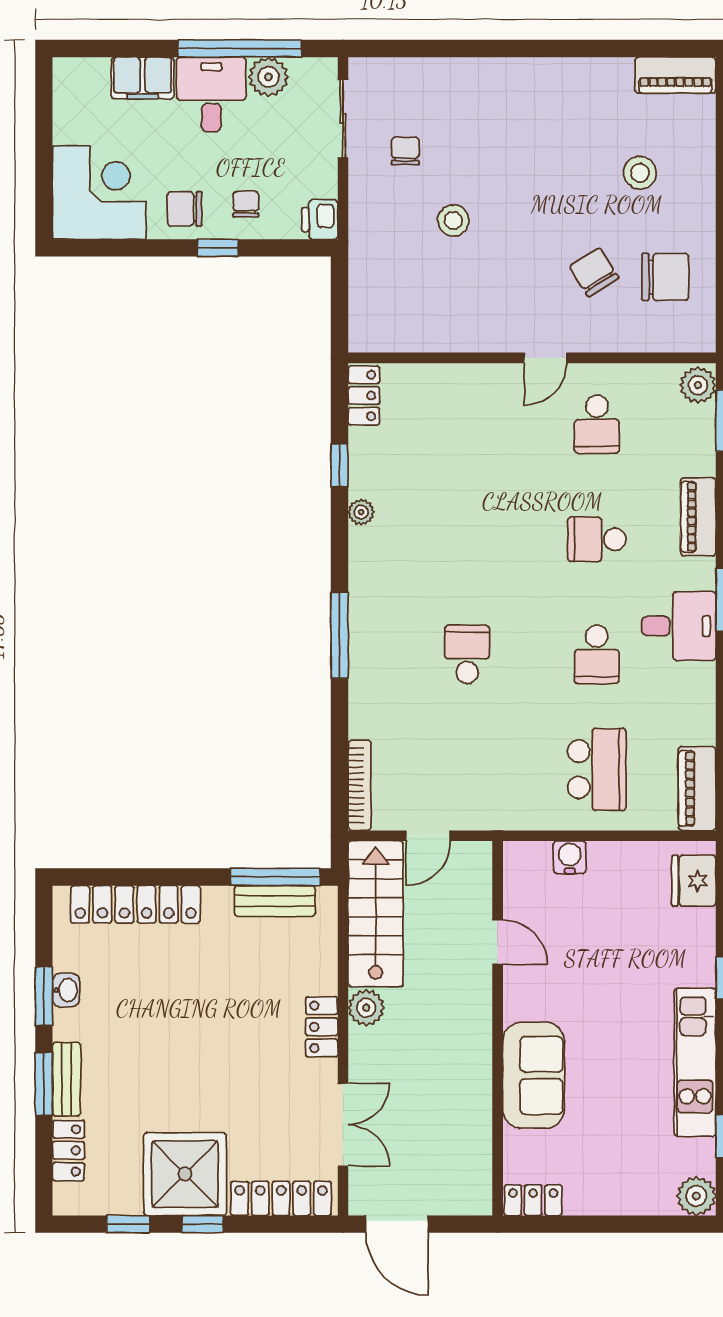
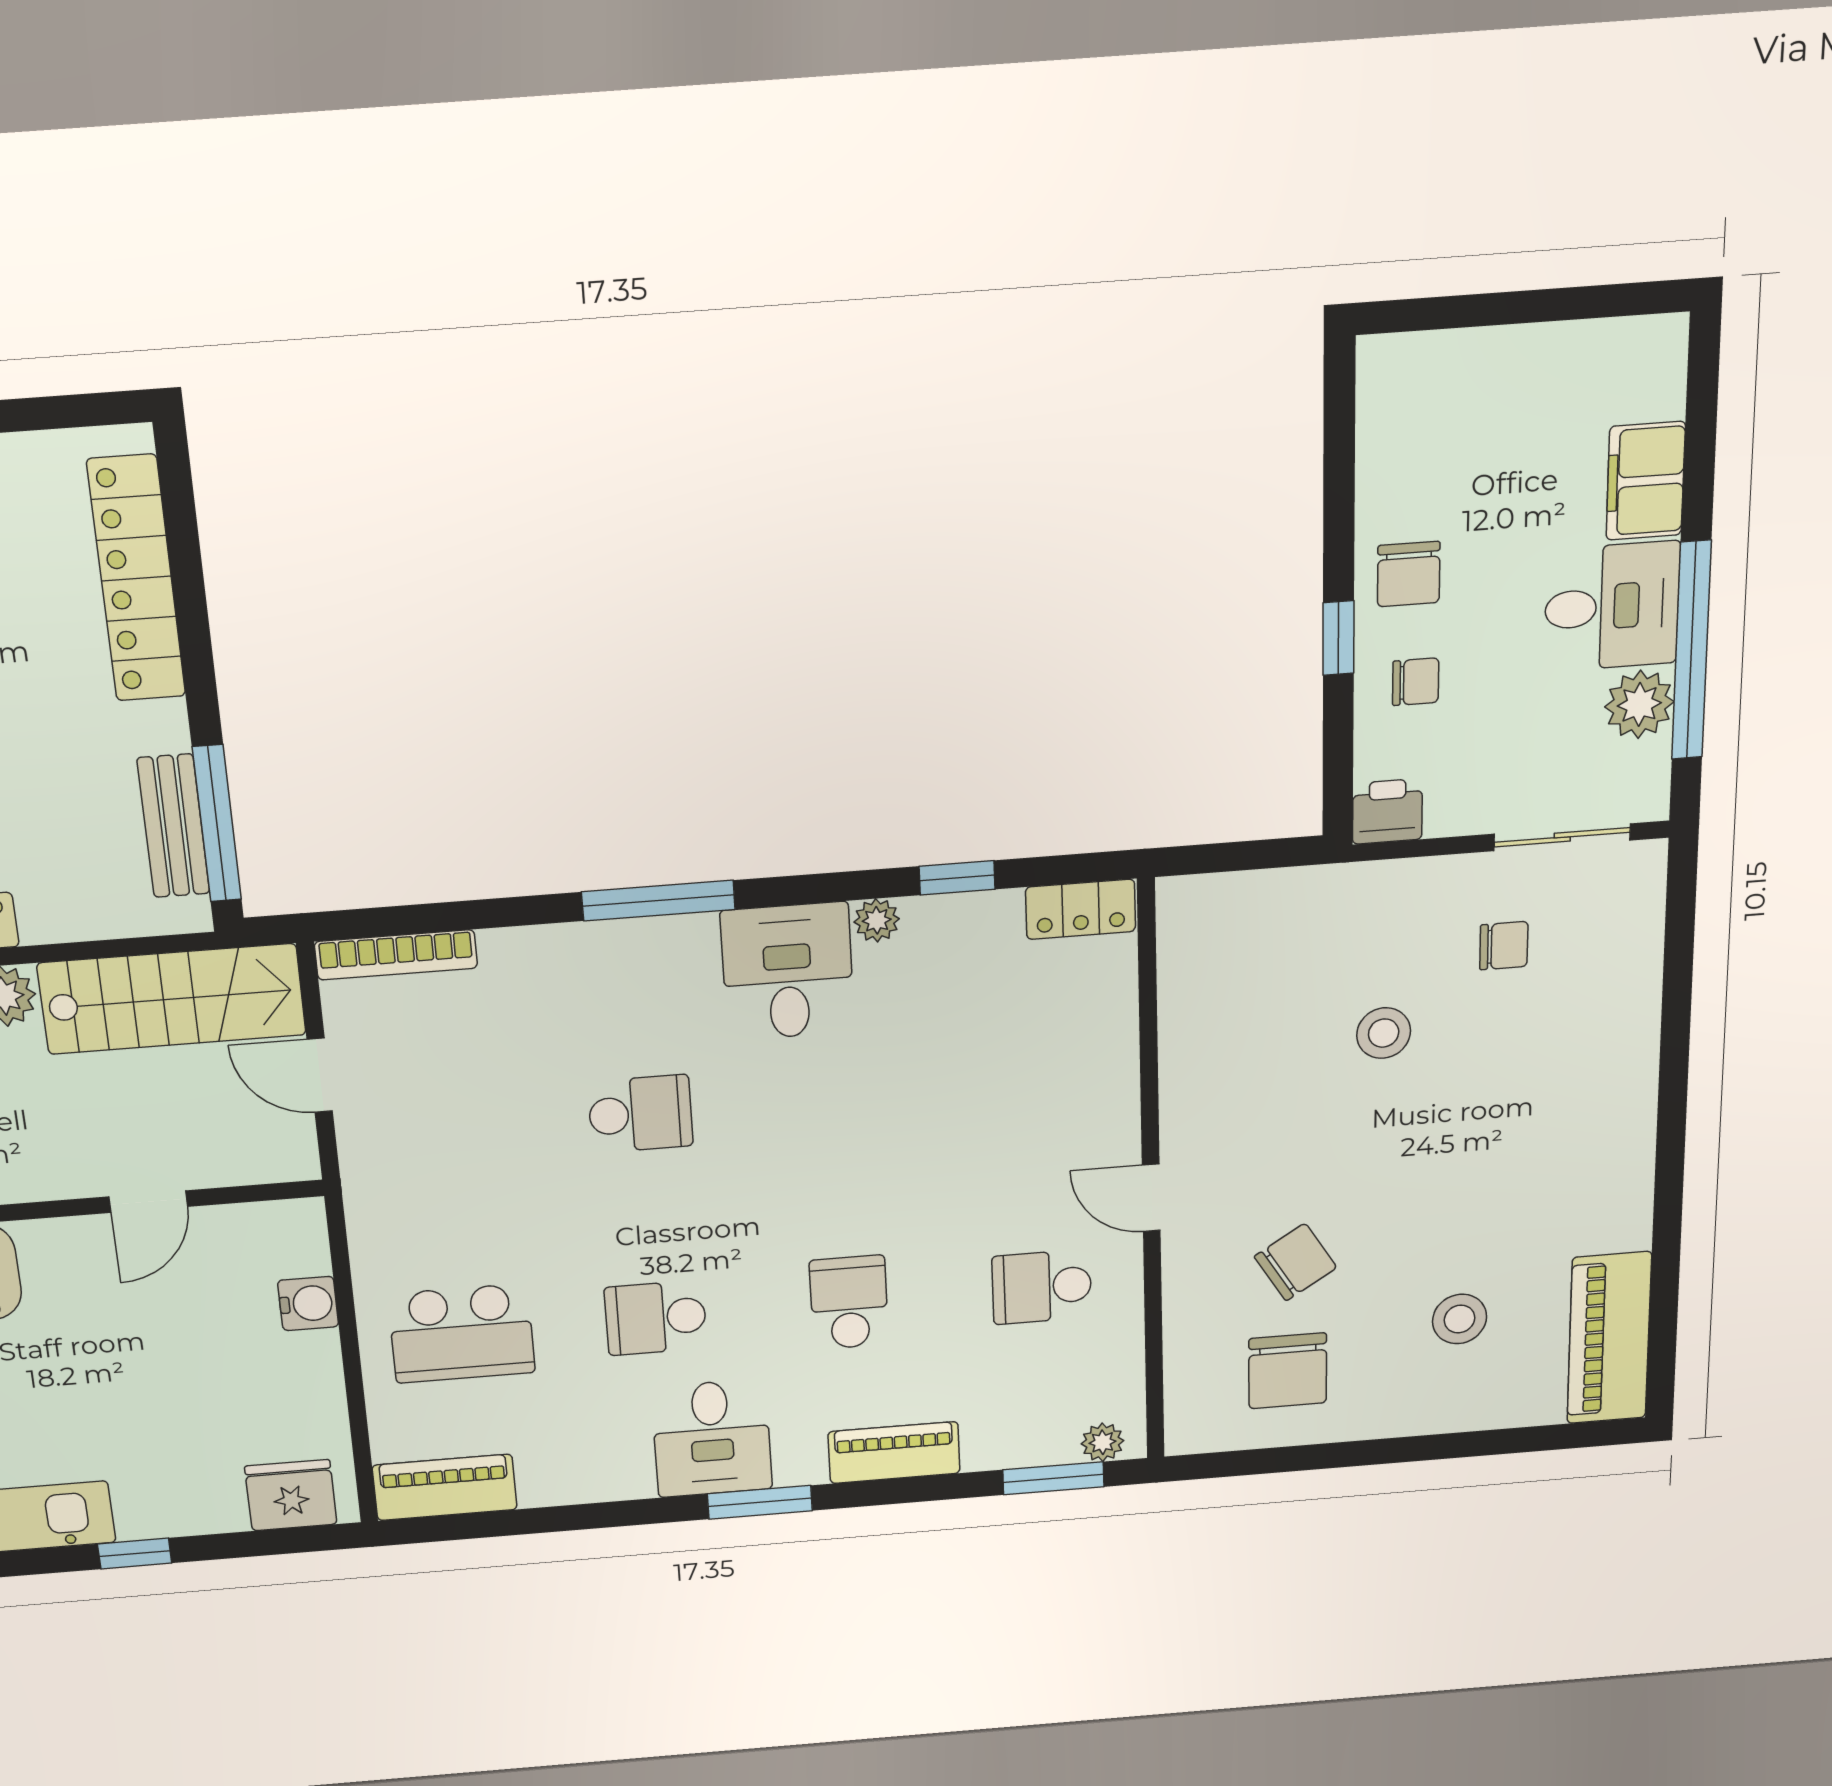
piano: (675, 75) -> (1609, 1338), width x1.37, depth x1.33
corner desk: (99, 193) -> (1440, 416), removed
chair: (185, 209) -> (1409, 574), turned 180
plant: (698, 385) -> (1103, 1442), width x0.73, depth x0.73
desk: (388, 564) -> (788, 971), added

